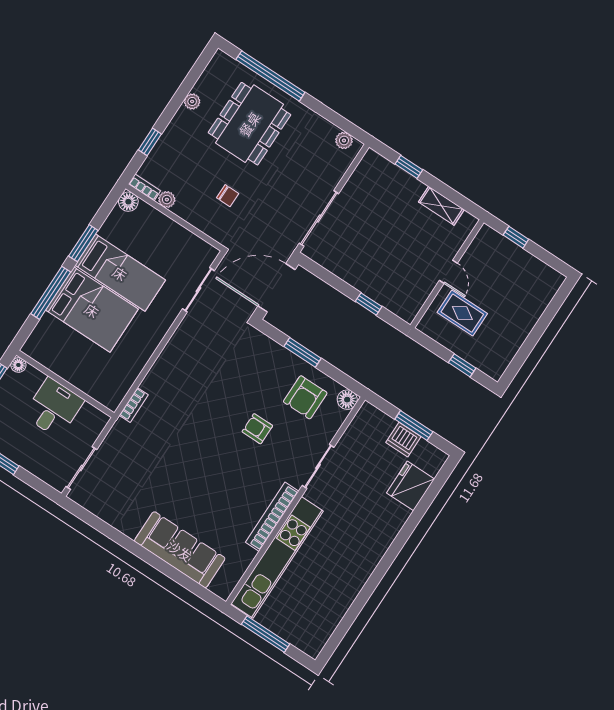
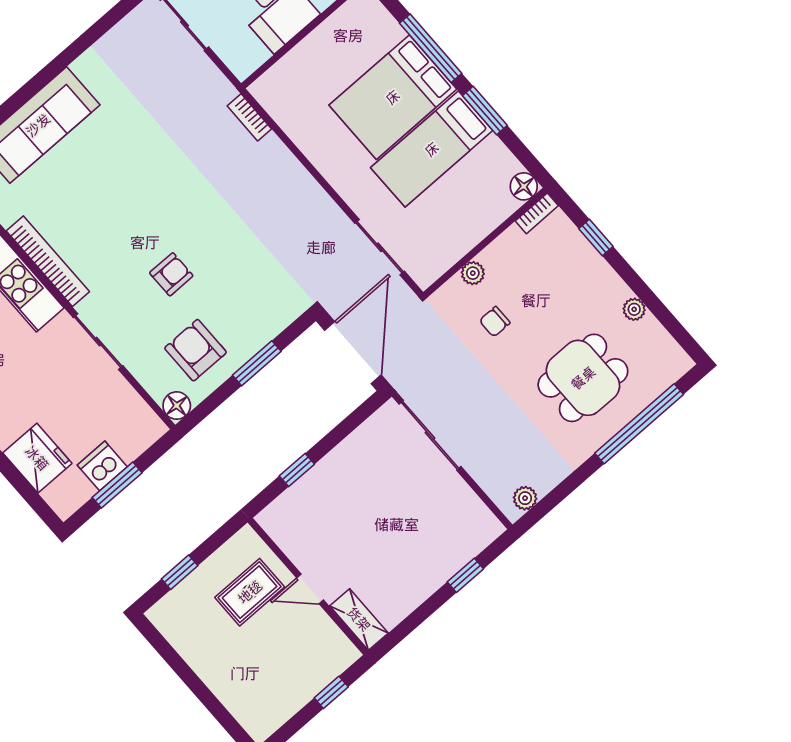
dining table: (249, 124) -> (583, 378), width x0.73
plant: (167, 200) -> (473, 273), moved
shelving: (441, 206) -> (359, 619), moved, turned 90

